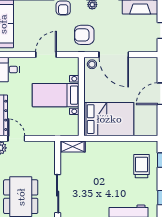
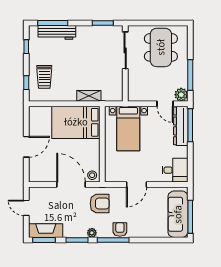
bed with nightstands: (56, 95) -> (128, 129), moved, turned 90
shelving: (73, 146) -> (89, 96), moved

